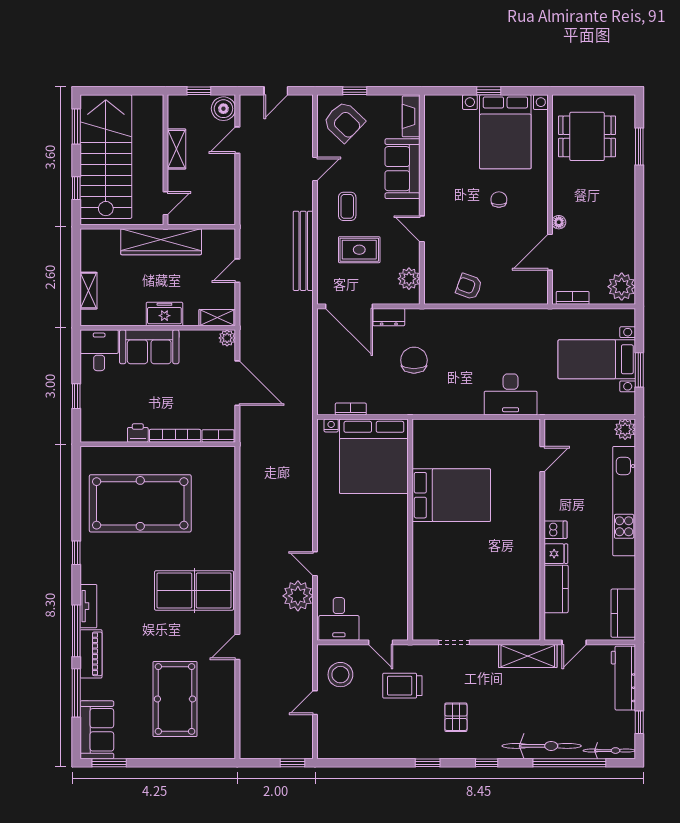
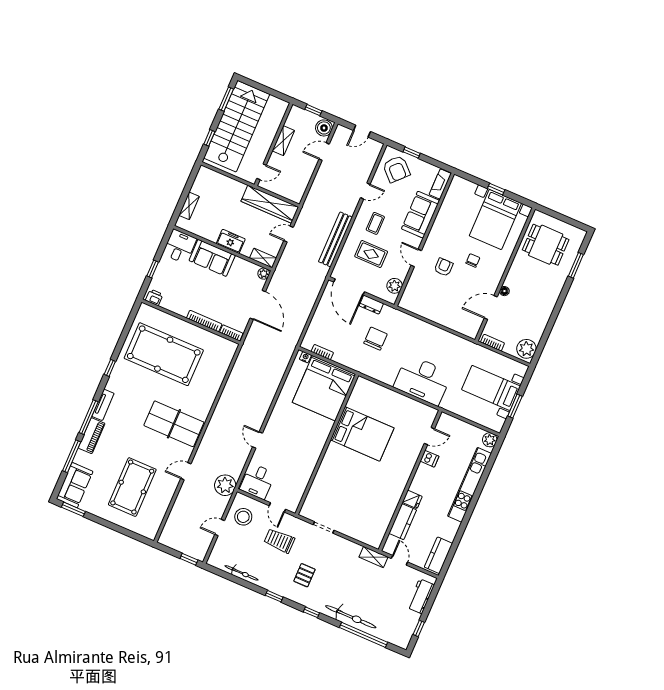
wardrobe: (161, 242) -> (270, 204), moved
armchair: (469, 286) -> (444, 267), moved, turned 70
desk: (511, 394) -> (423, 380), width x1.36, depth x1.30
printer: (138, 433) -> (154, 297), moved
dishwasher: (556, 530) -> (429, 459), moved
plant: (298, 596) -> (225, 485), moved
door: (574, 642) -> (399, 560), swing flipped
shelving: (528, 656) -> (373, 557), width x0.67, depth x0.75
workbench: (623, 678) -> (421, 596), width x0.73
bicycle: (609, 751) -> (241, 573), moved

